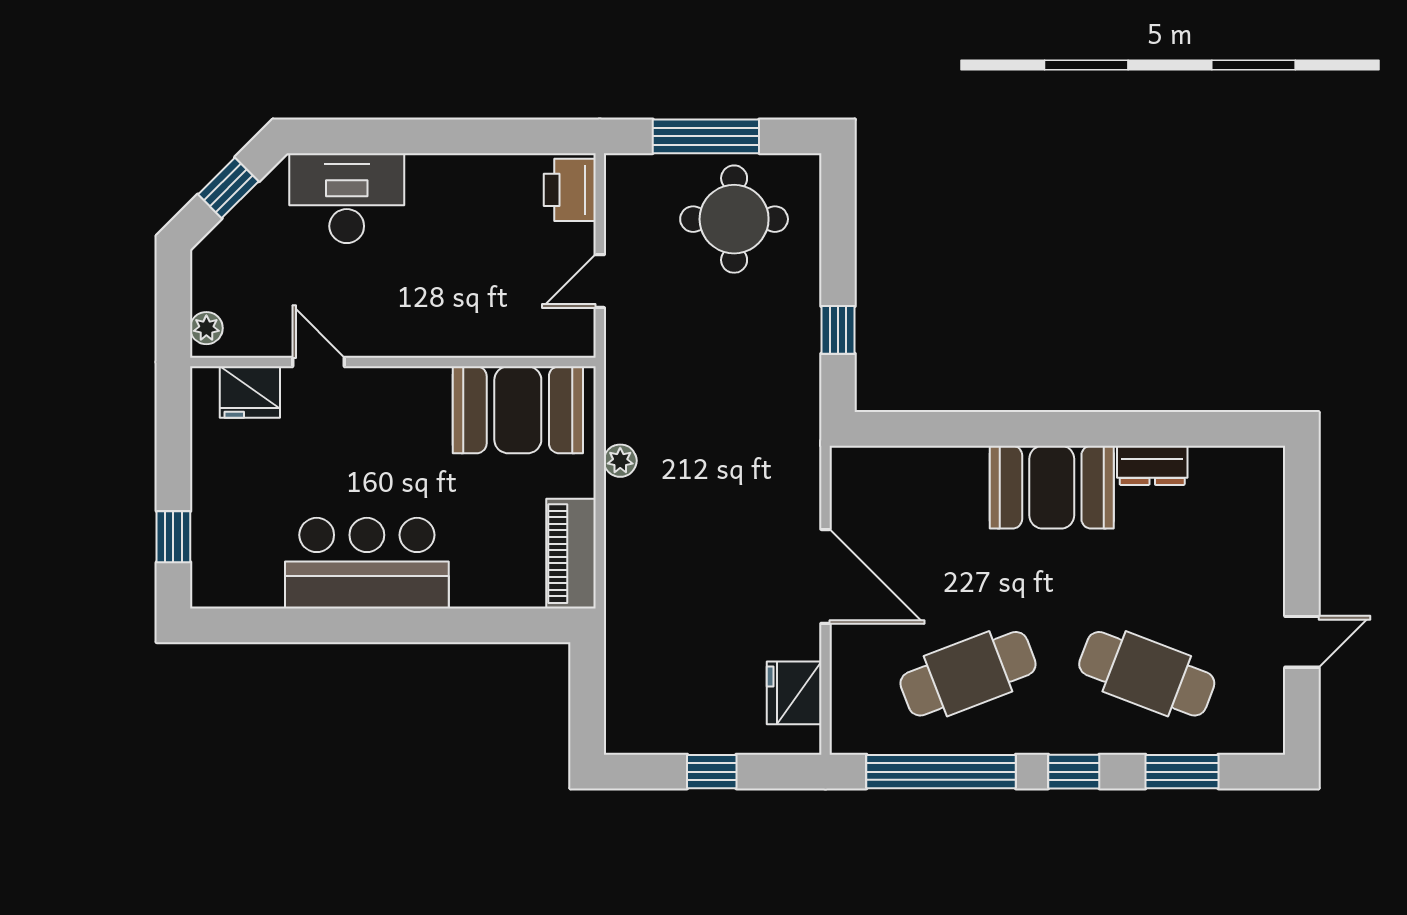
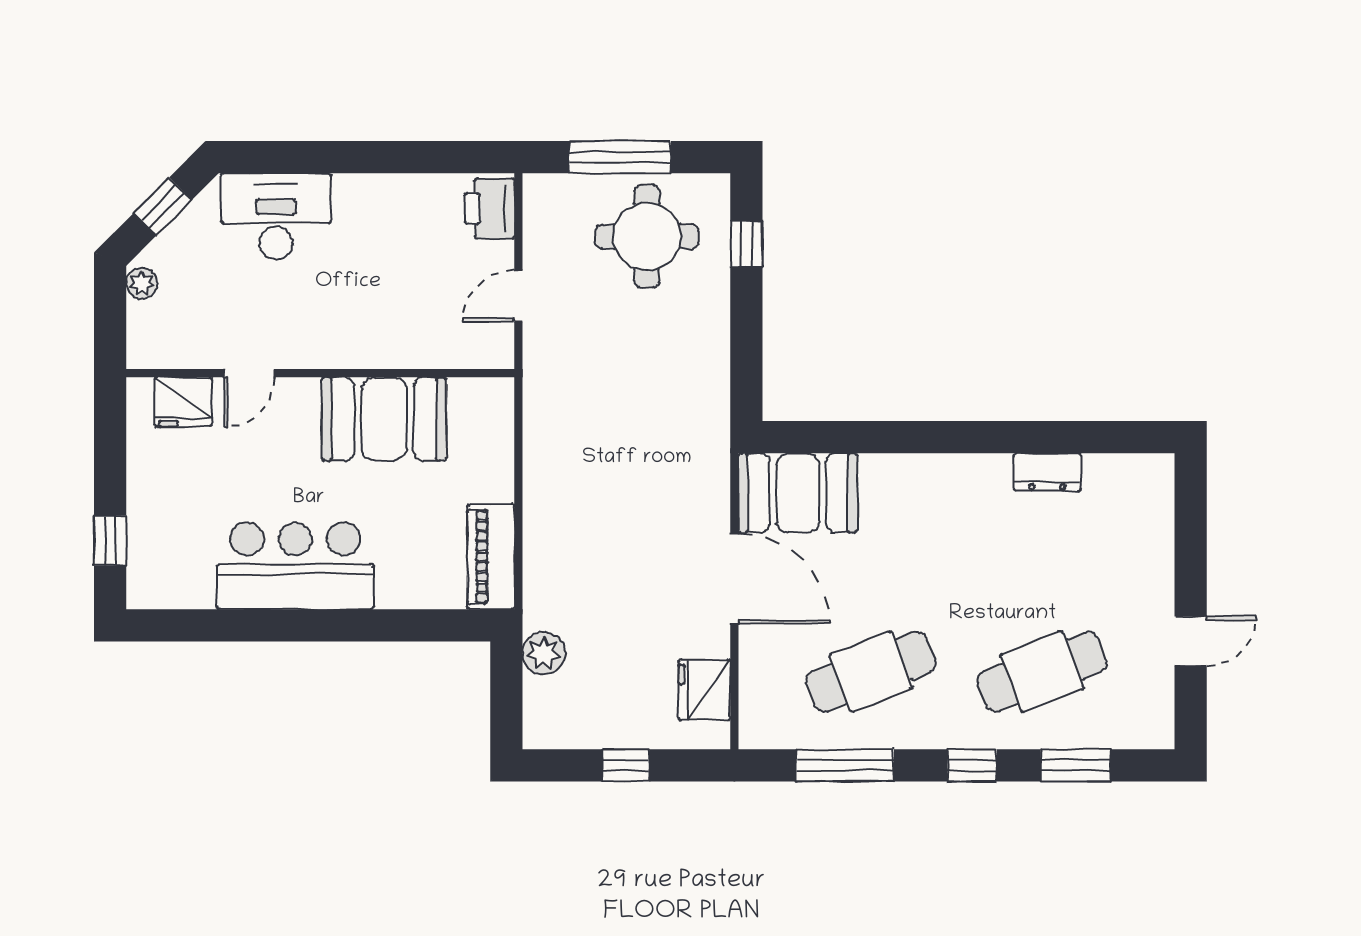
plant: (206, 328) -> (142, 284), moved
window: (838, 330) -> (746, 244), moved
door: (319, 362) -> (249, 373), swing flipped
booth: (518, 410) -> (384, 419), moved
plant: (620, 461) -> (544, 653), moved, width x1.38, depth x1.38
booth: (1052, 487) -> (798, 493), moved
cafe table: (1147, 674) -> (1042, 672), turned -42
window: (941, 772) -> (845, 765), width x0.68

